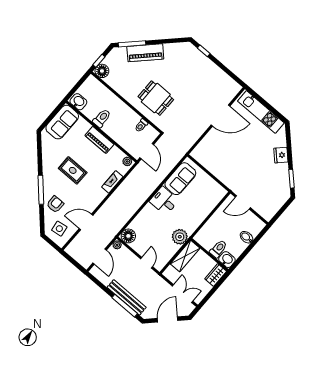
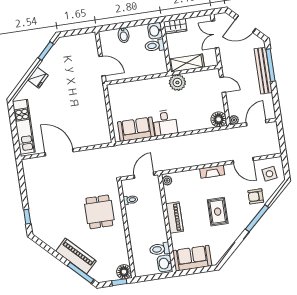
toilet: (102, 118) -> (160, 249), moved
fireplace: (112, 182) -> (212, 172), moved
door: (147, 263) -> (223, 85), swing flipped

